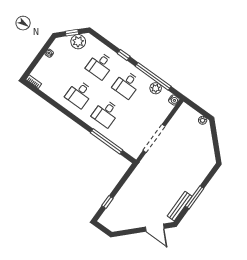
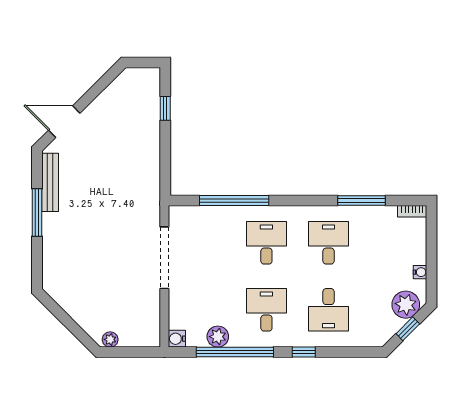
plant: (78, 42) -> (406, 305), moved
desk: (100, 65) -> (329, 310), turned 180
window: (52, 102) -> (361, 201), added

